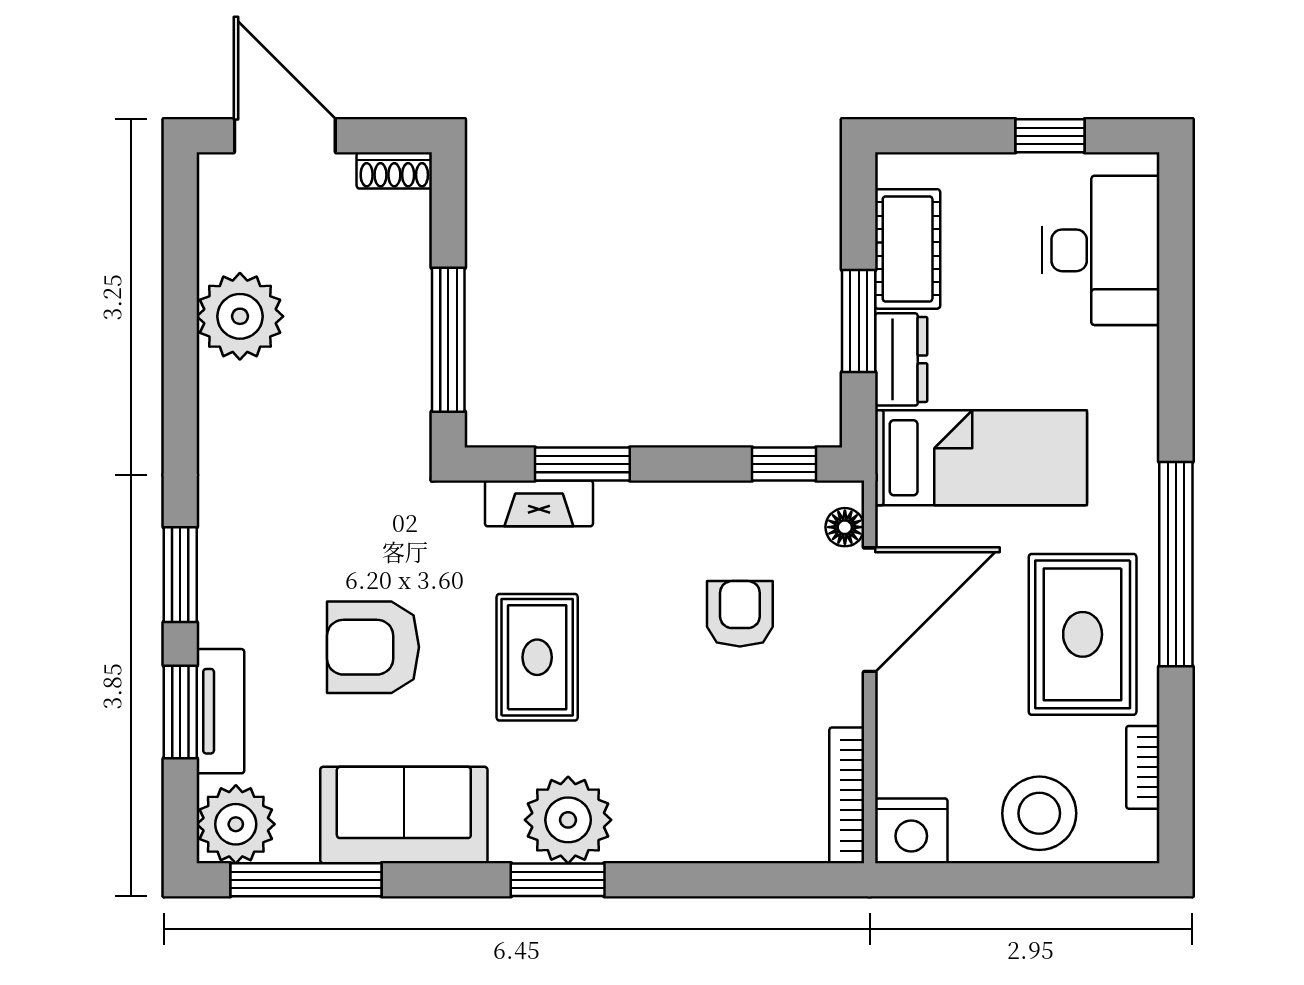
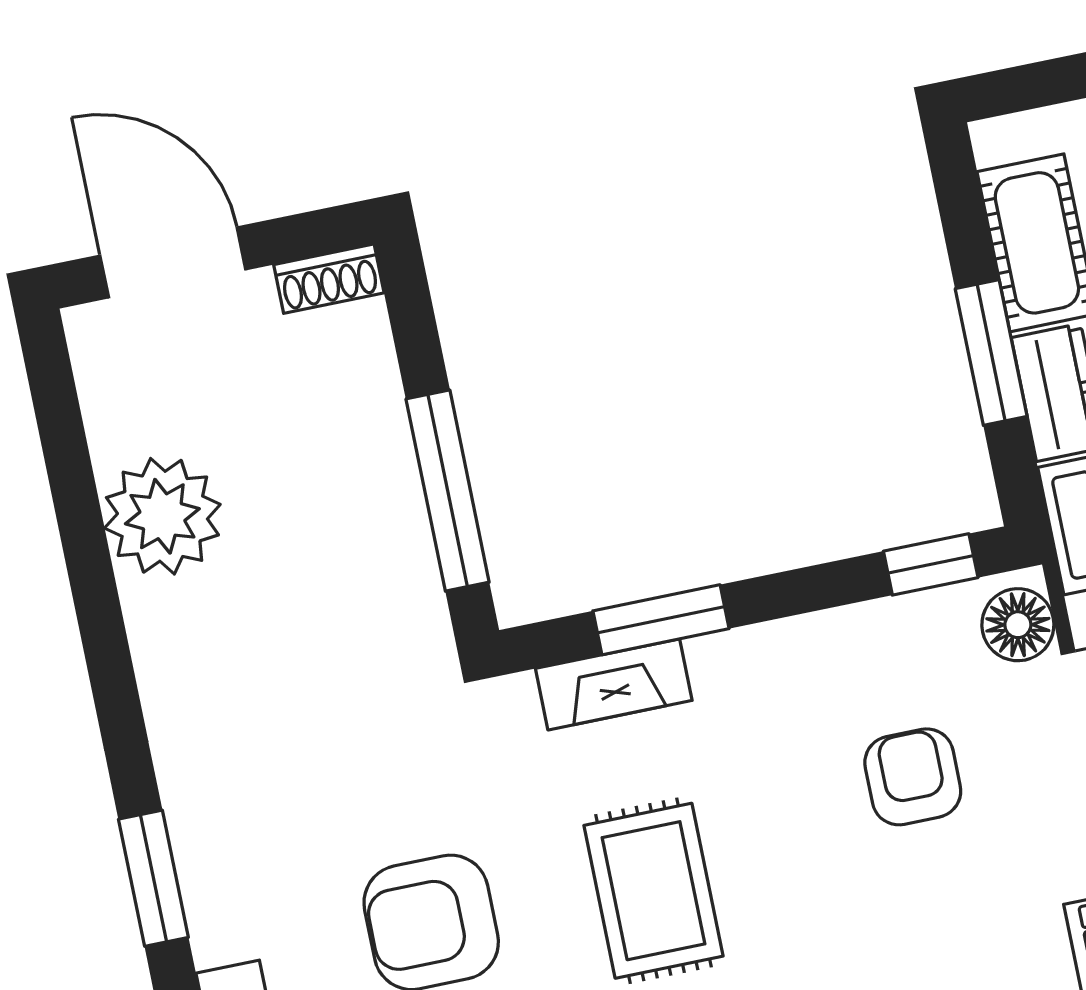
floor lamp: (845, 527) -> (1018, 625), width x1.37, depth x1.37

